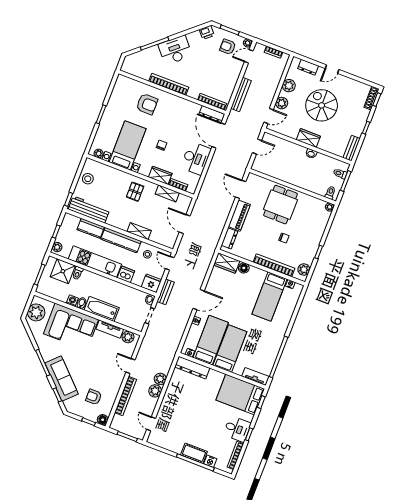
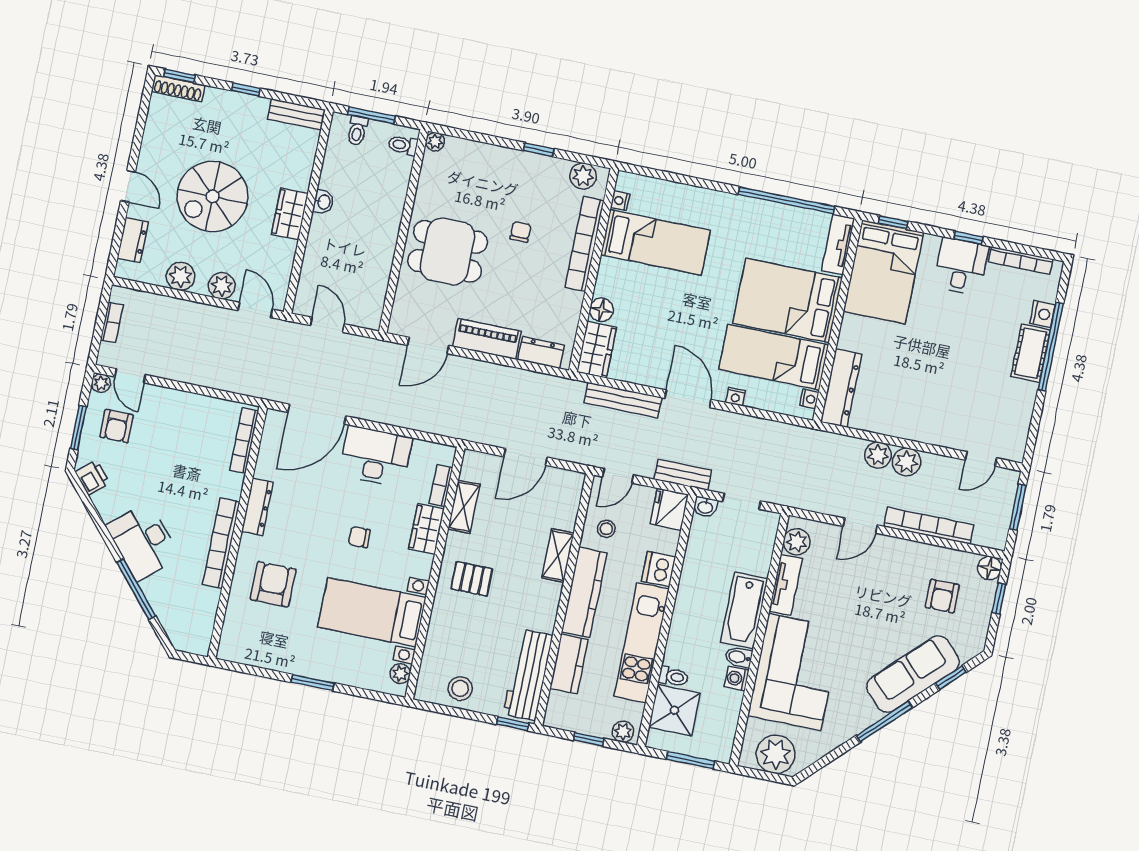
bench: (241, 95) -> (623, 400), moved
dresser: (212, 114) -> (257, 507), moved
bed: (230, 349) -> (788, 300), width x1.50

